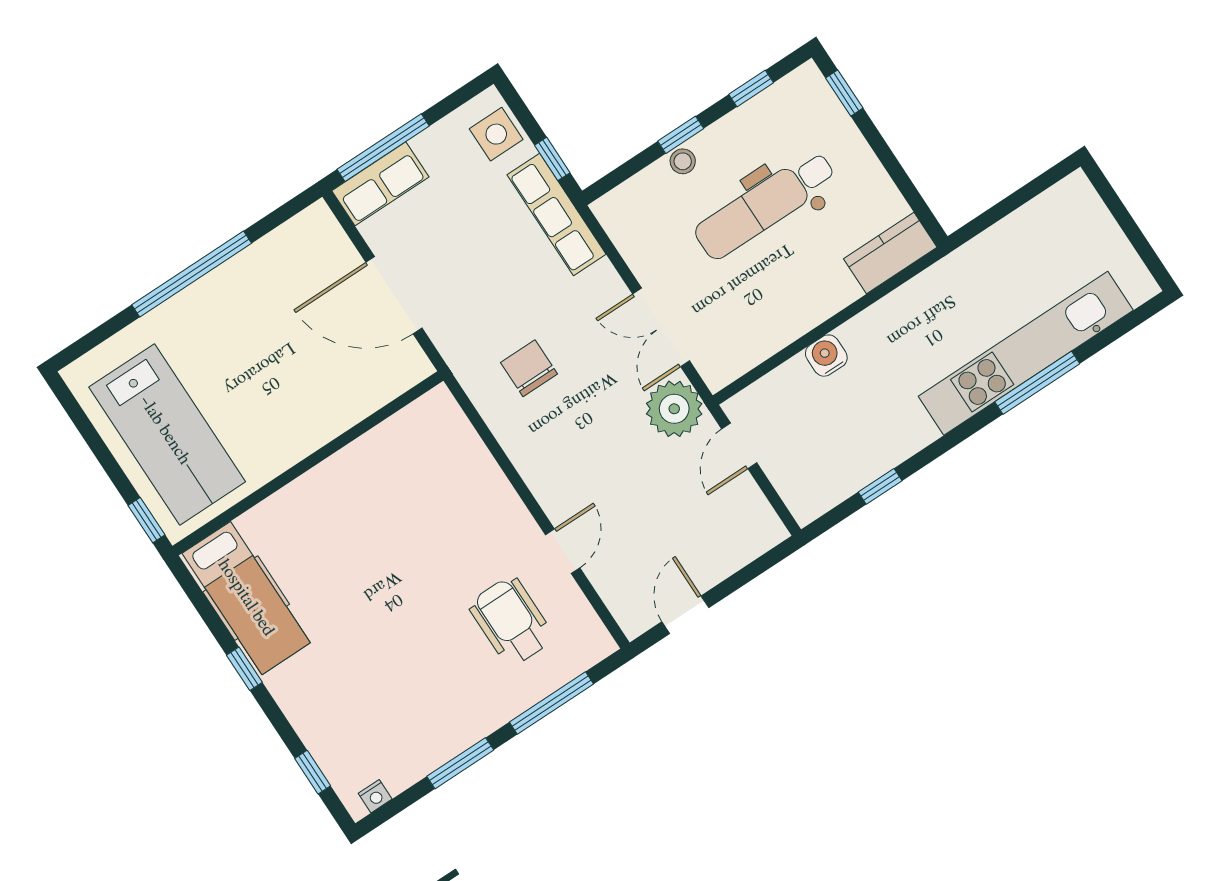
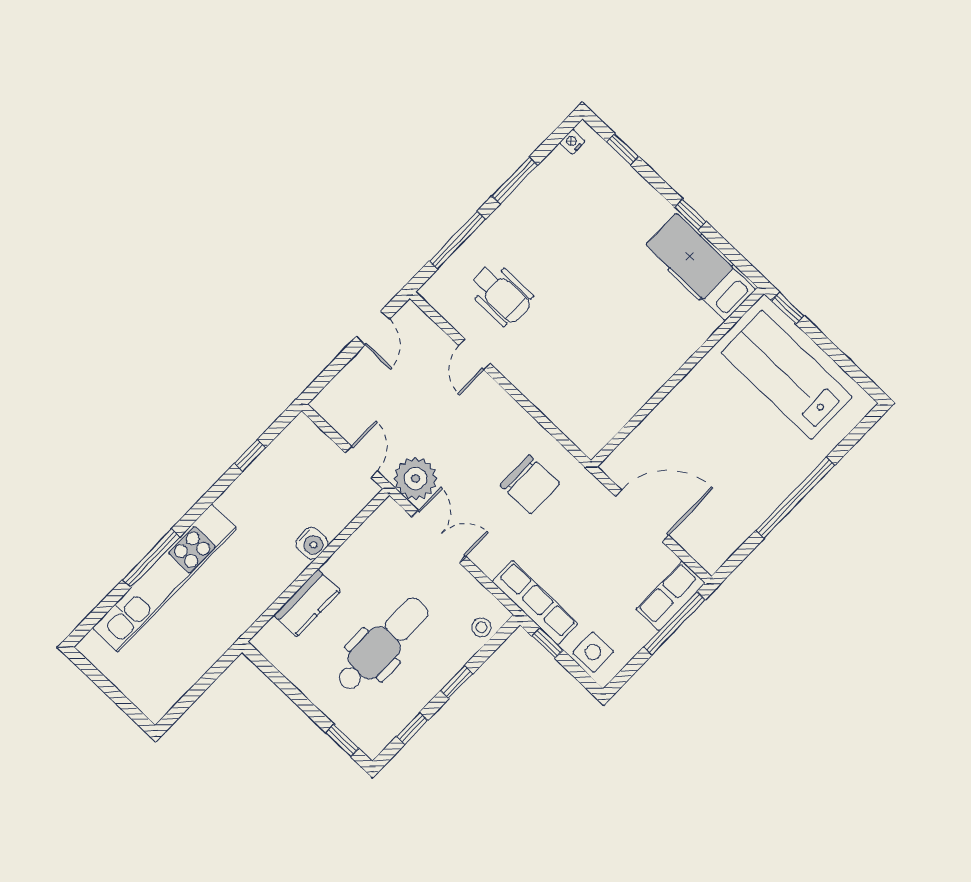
stool: (683, 161) -> (481, 627), moved
kitchen counter: (890, 253) -> (307, 603), moved
chair: (529, 368) -> (530, 484), width x1.37, depth x1.37

